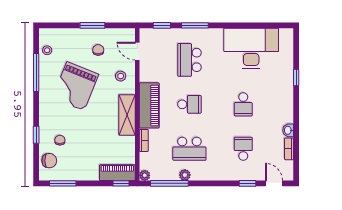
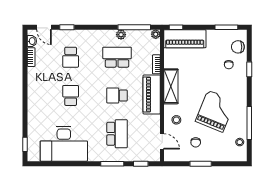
window: (296, 77) -> (25, 144), moved
washbasin: (288, 130) -> (32, 41), moved
piano: (117, 173) -> (185, 39), width x1.37, depth x1.33

